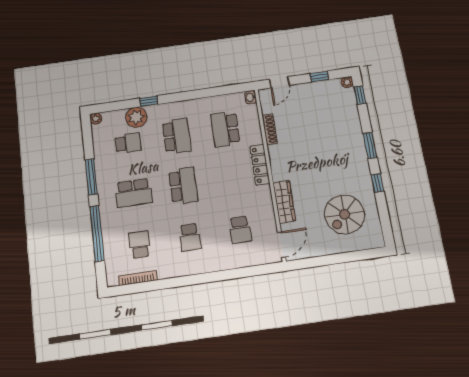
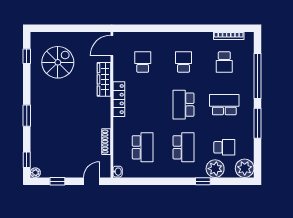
plant: (96, 119) -> (245, 168), width x1.88, depth x1.88
school desk: (177, 136) -> (183, 147), turned 180
school desk: (128, 143) -> (224, 147), turned 180
locker: (260, 165) -> (119, 99), moved
window: (378, 183) -> (27, 56), moved

